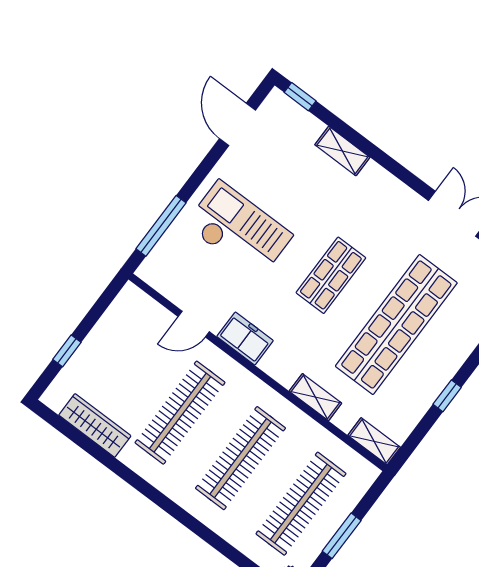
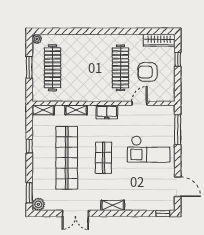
shelving: (342, 151) -> (113, 205), moved
freezer: (245, 339) -> (107, 112), moved
armchair: (137, 369) -> (148, 72), added
wardrobe: (95, 425) -> (159, 40), moved
clothes rail: (240, 458) -> (86, 68), removed

